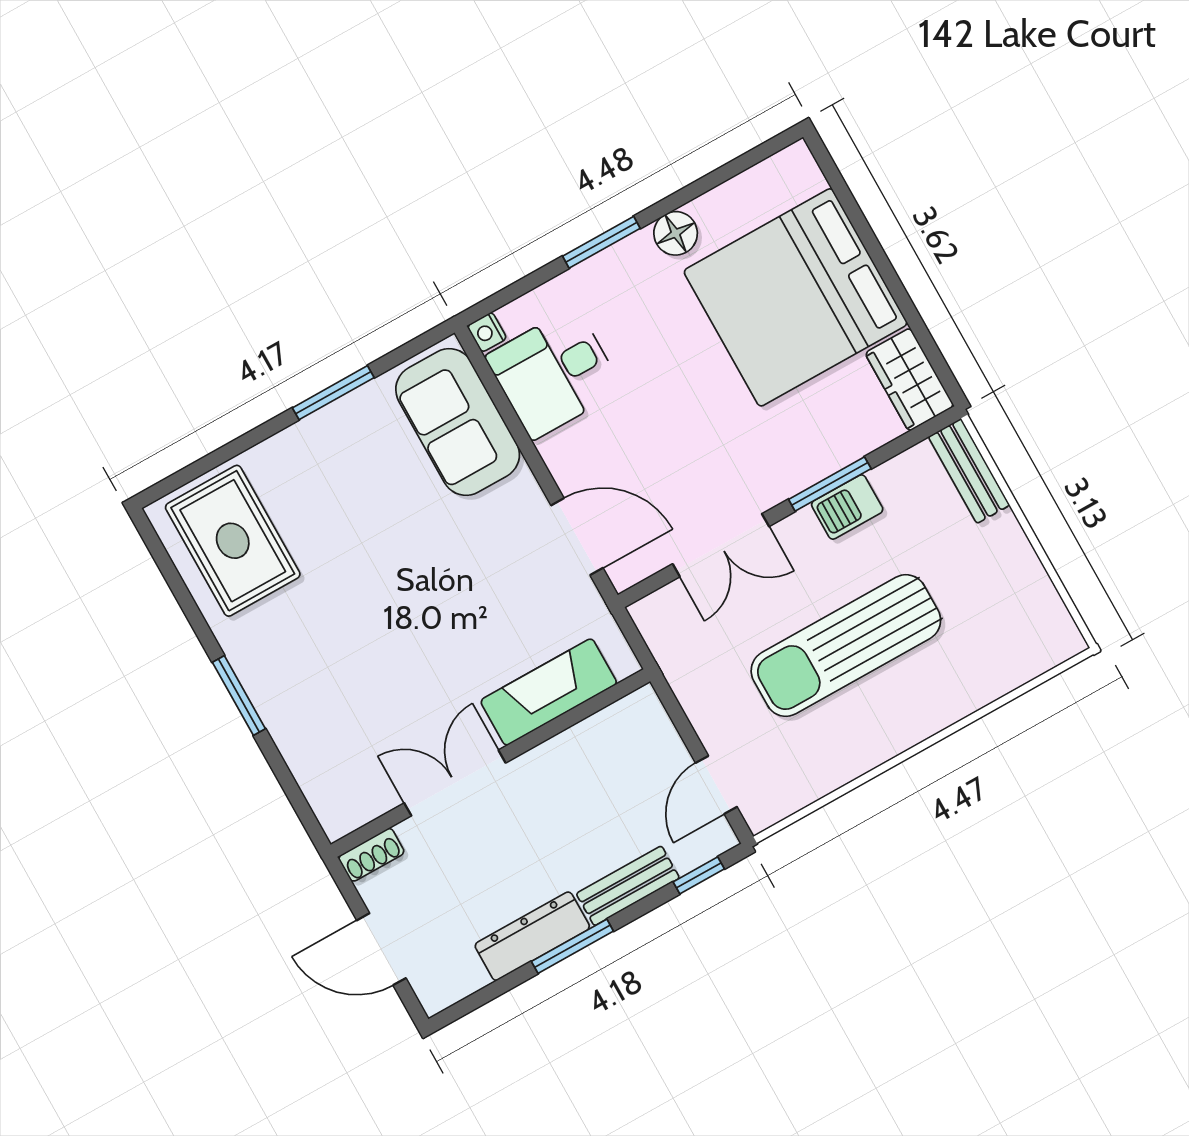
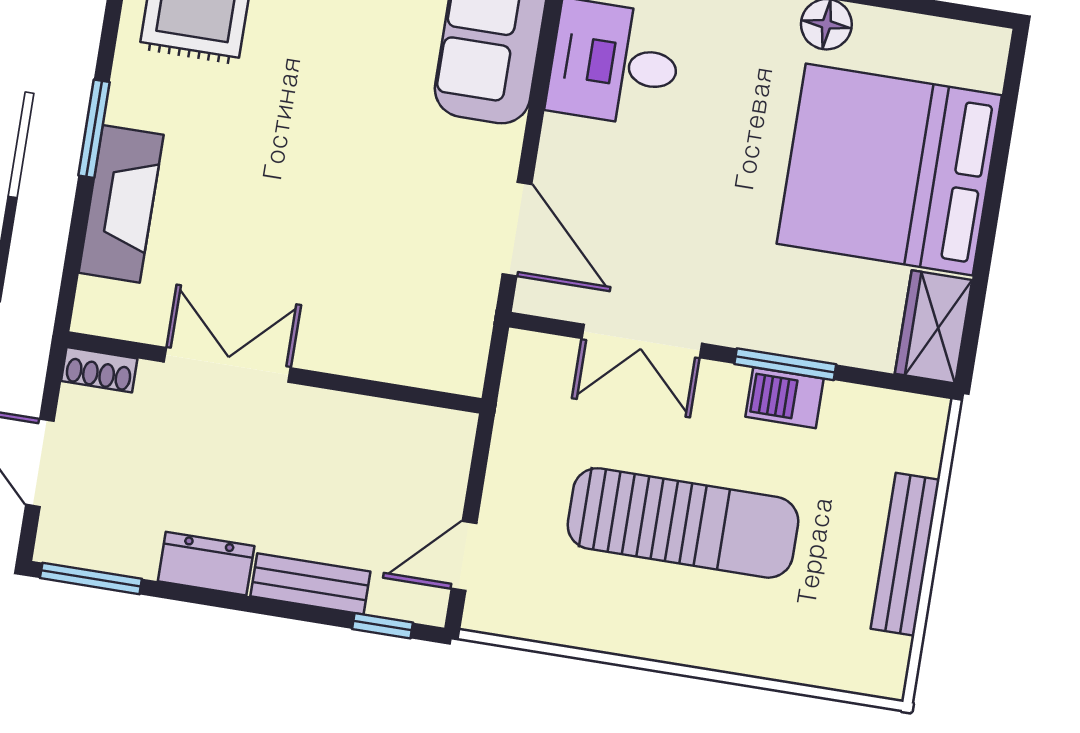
bench: (969, 471) -> (905, 554), moved, width x1.36
sun lounger: (846, 646) -> (683, 523), turned 180
fireplace: (549, 692) -> (121, 204), moved, turned 90
dresser: (532, 936) -> (206, 564), width x0.70
window: (572, 946) -> (91, 578), moved

